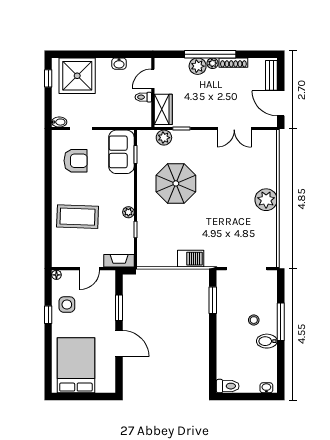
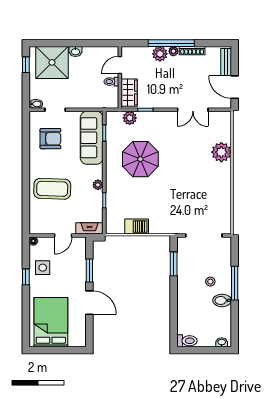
washbasin: (119, 64) -> (75, 51), moved
sofa: (121, 152) -> (92, 138), width x1.36
plant: (266, 200) -> (221, 152), moved
barbecue: (191, 259) -> (137, 227), moved

